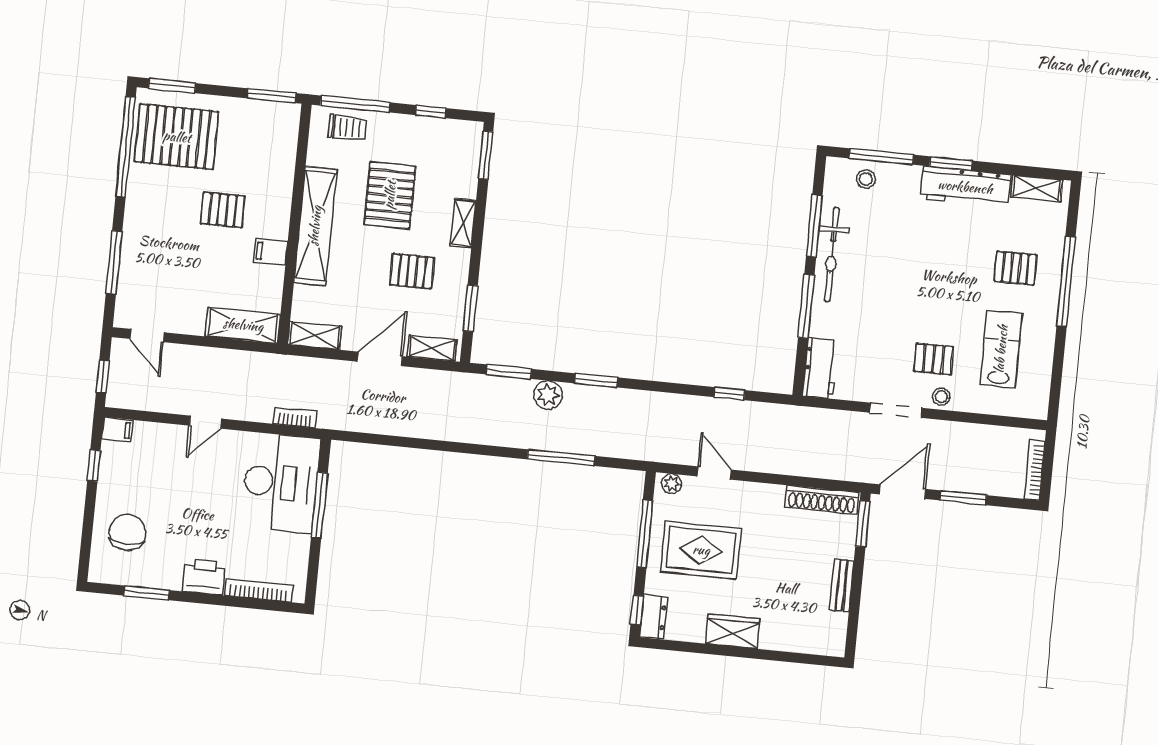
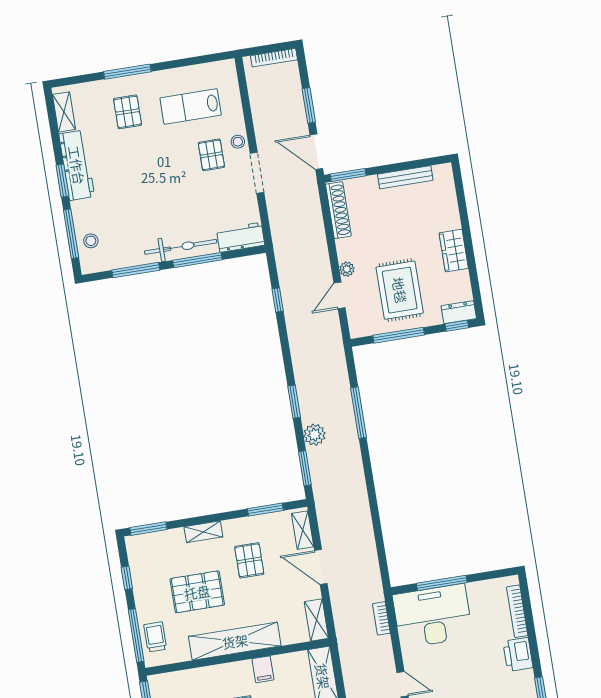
bicycle: (832, 254) -> (181, 247), moved
window: (1066, 281) -> (127, 72), width x0.68
plant: (671, 484) -> (347, 269), moved
bench: (842, 586) -> (405, 177), width x1.36

